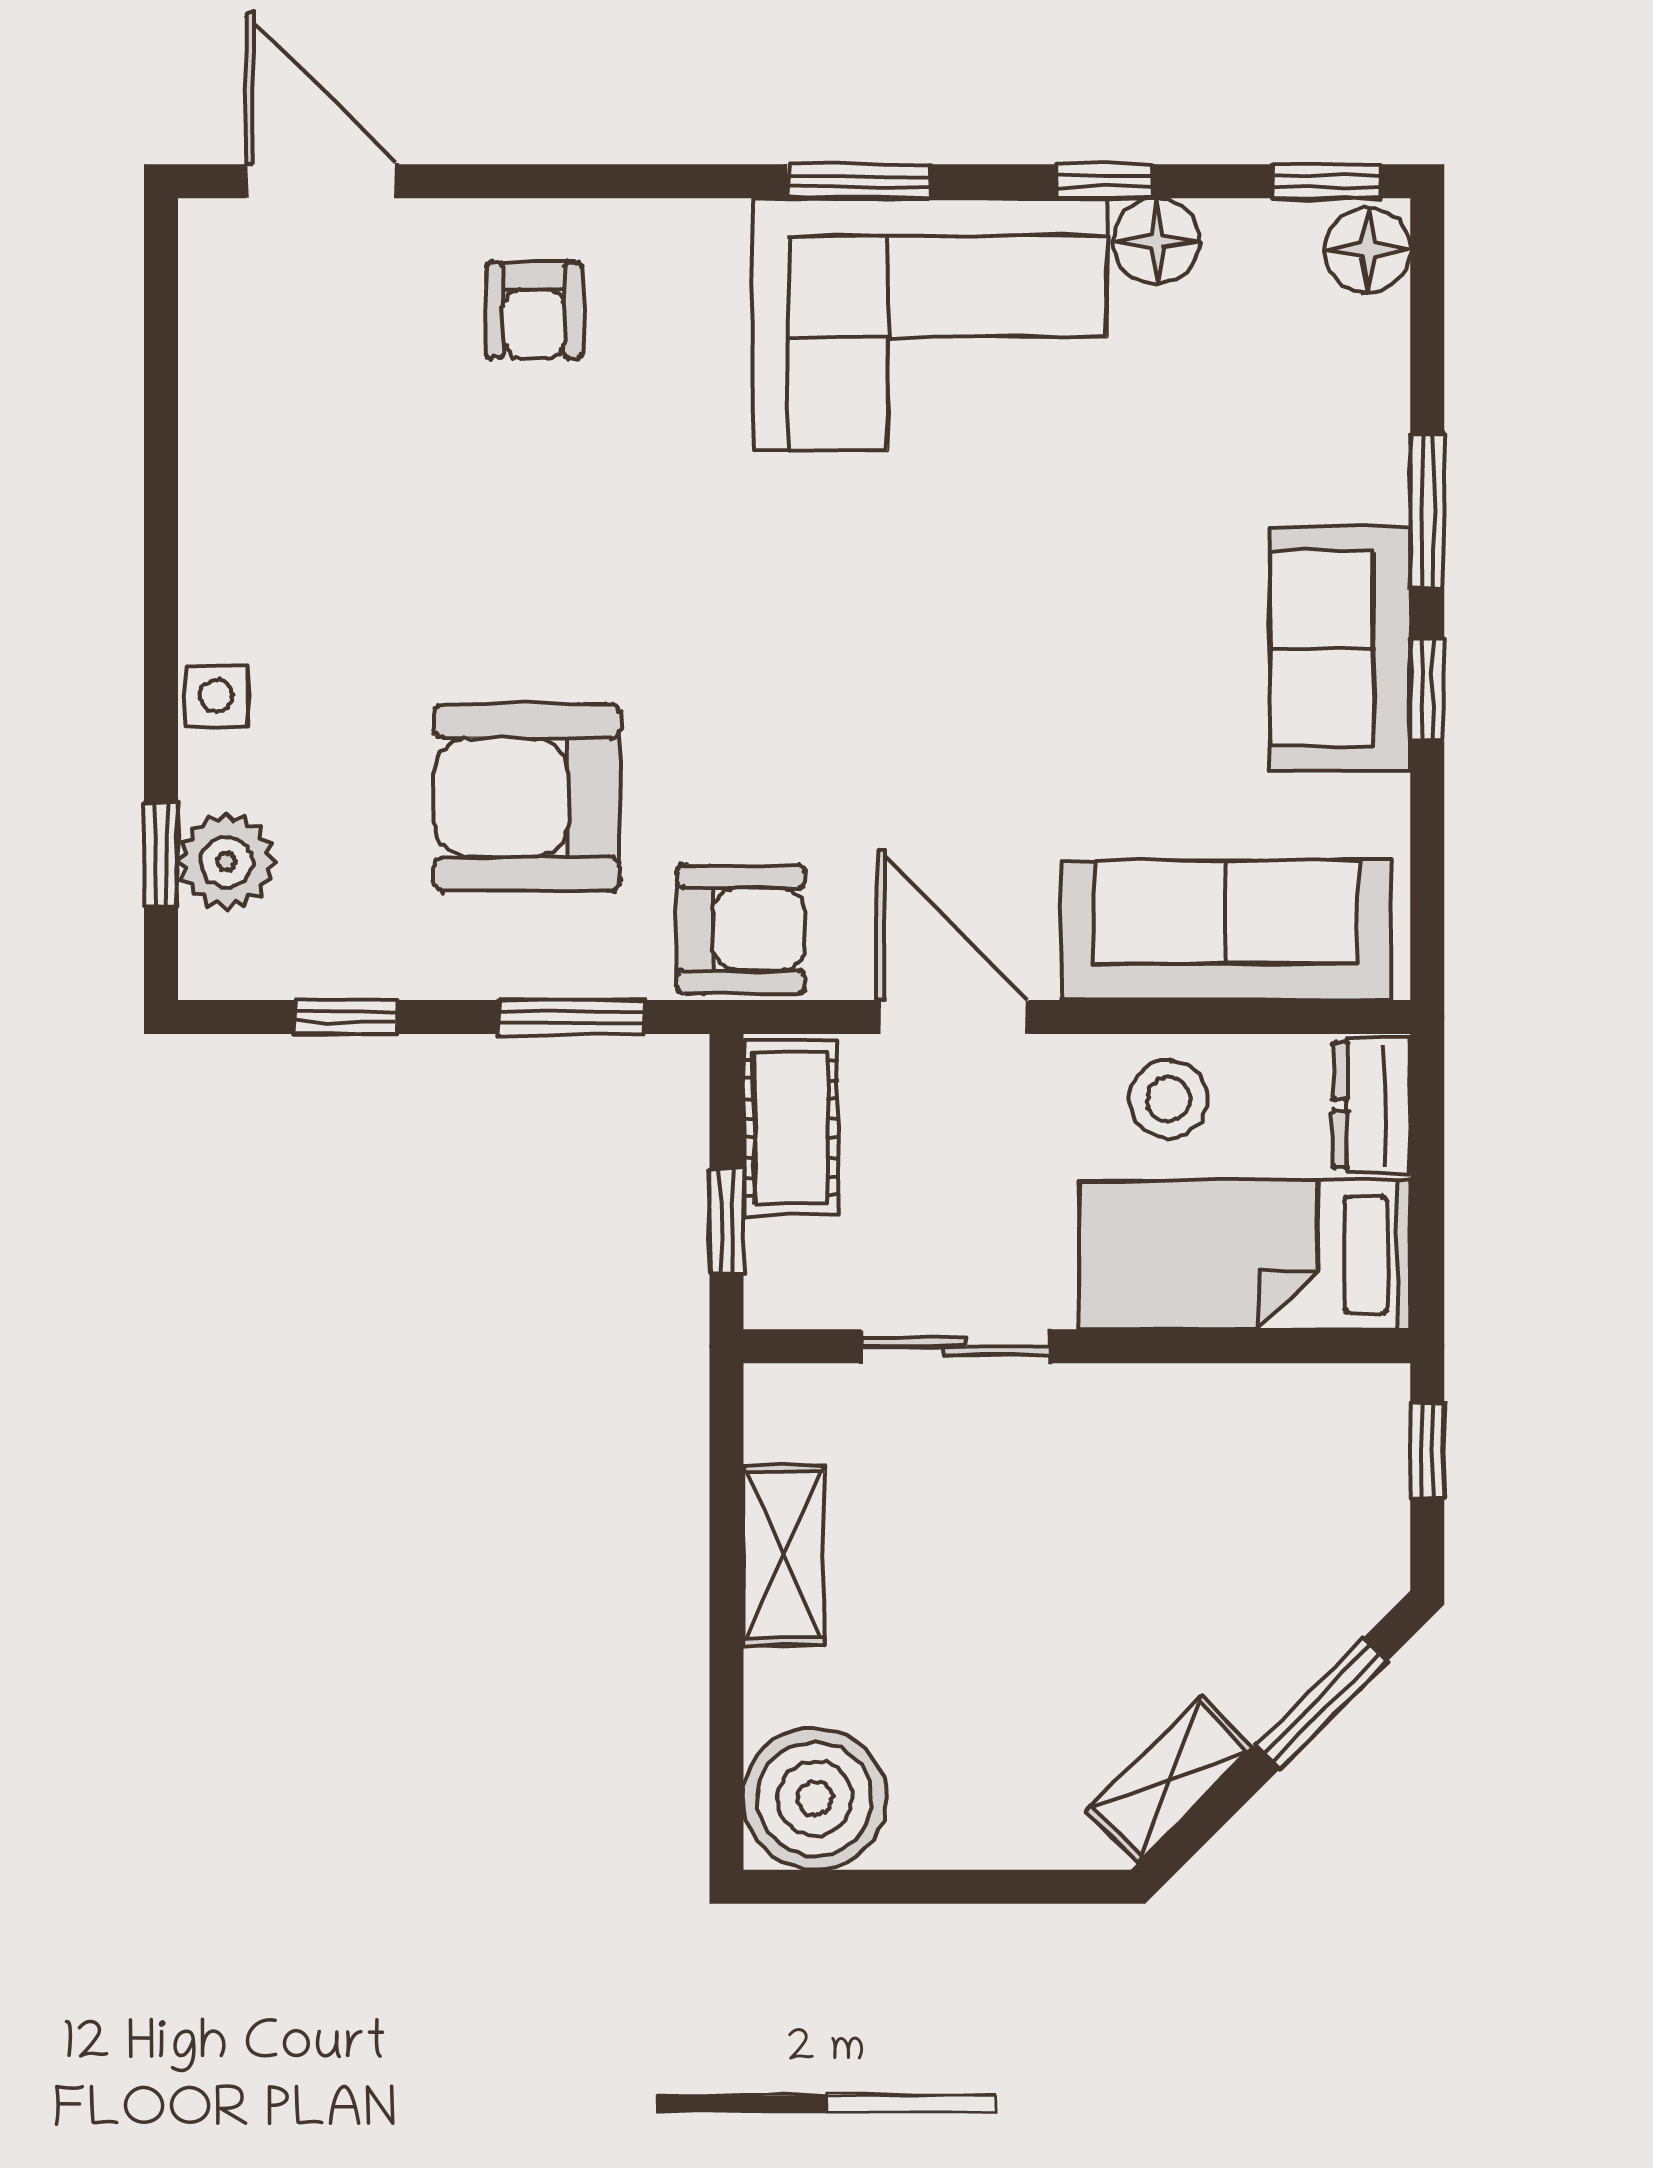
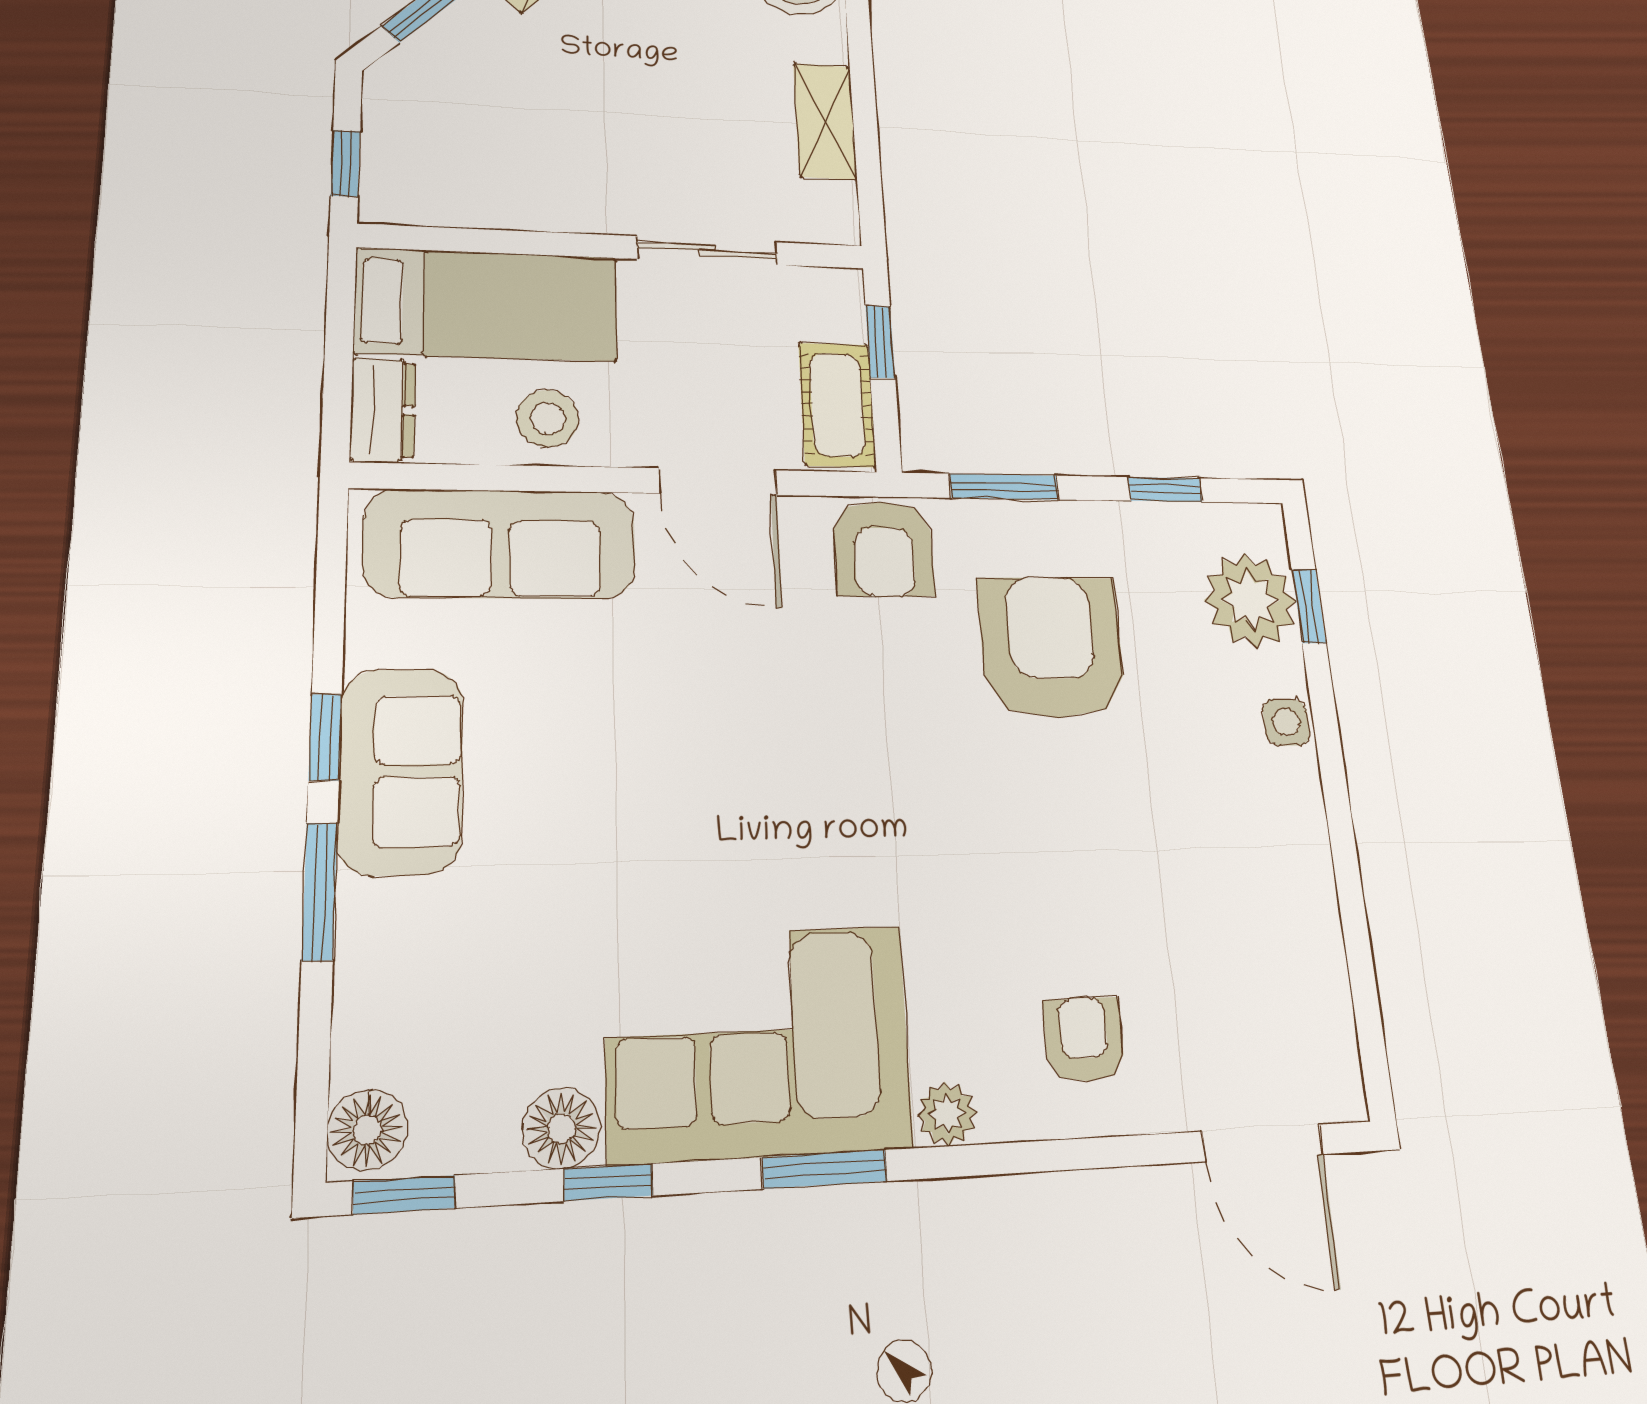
plant: (710, 234) -> (947, 1114), added
armchair: (527, 798) -> (1052, 647), turned -90
plant: (226, 862) -> (1250, 600), width x1.36, depth x1.36
armchair: (741, 929) -> (884, 549), turned -90

